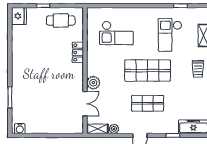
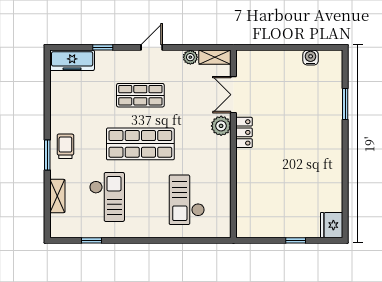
cafe table: (61, 21) -> (269, 218), removed
checkout: (116, 33) -> (187, 200), turned -90
locker: (78, 52) -> (244, 132), moved
water cooler: (20, 129) -> (311, 58), moved

